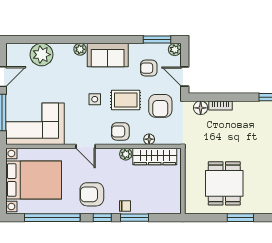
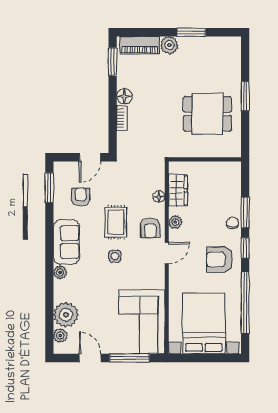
plant: (175, 49) -> (60, 335), moved
armchair: (149, 68) -> (81, 197), turned 180
armchair: (160, 106) -> (122, 184), removed
floor lamp: (201, 108) -> (124, 96), moved
door: (86, 146) -> (167, 253), moved
wardrobe: (155, 157) -> (178, 190), width x0.67
armchair: (92, 194) -> (219, 259), turned 90

